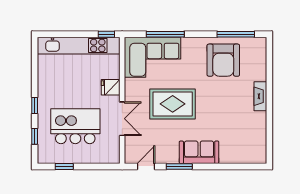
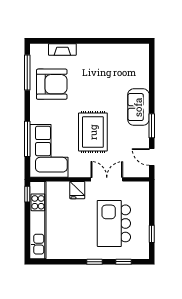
fireplace: (260, 96) -> (62, 49), moved

